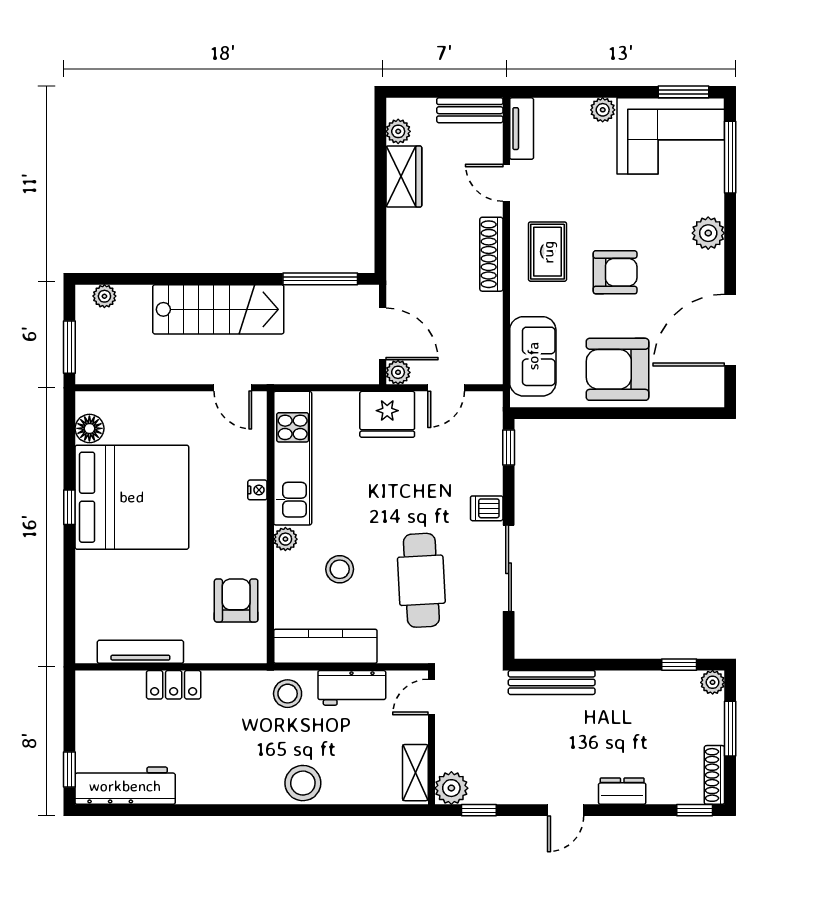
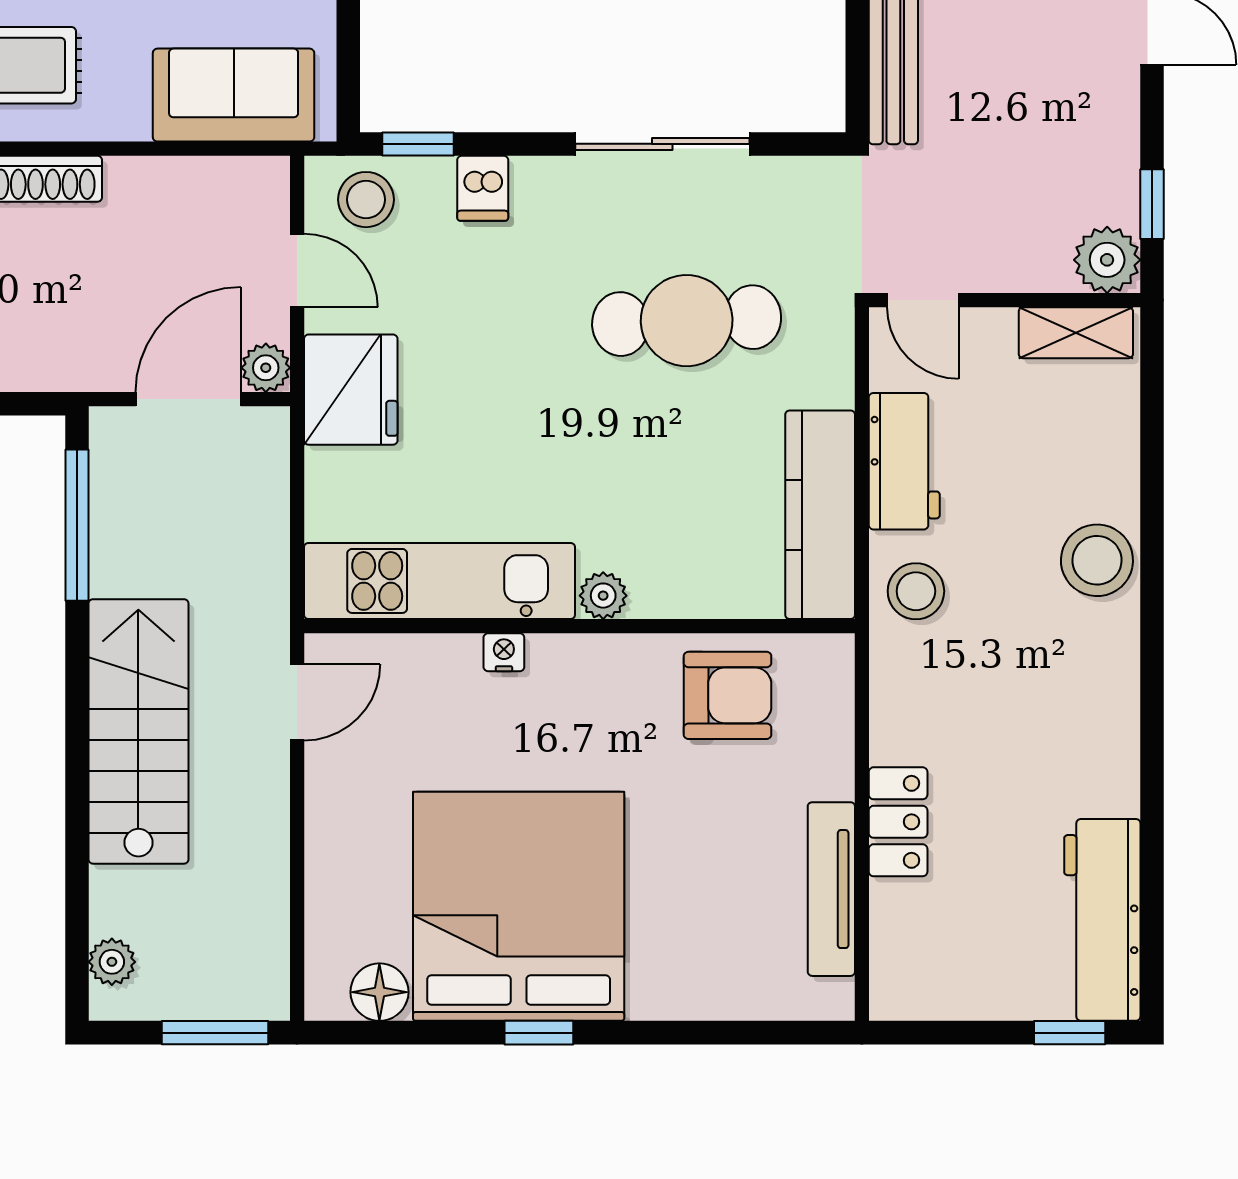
dishwasher: (487, 508) -> (483, 188), moved
stool: (340, 569) -> (366, 200), moved
armchair: (236, 600) -> (728, 695), turned 180

